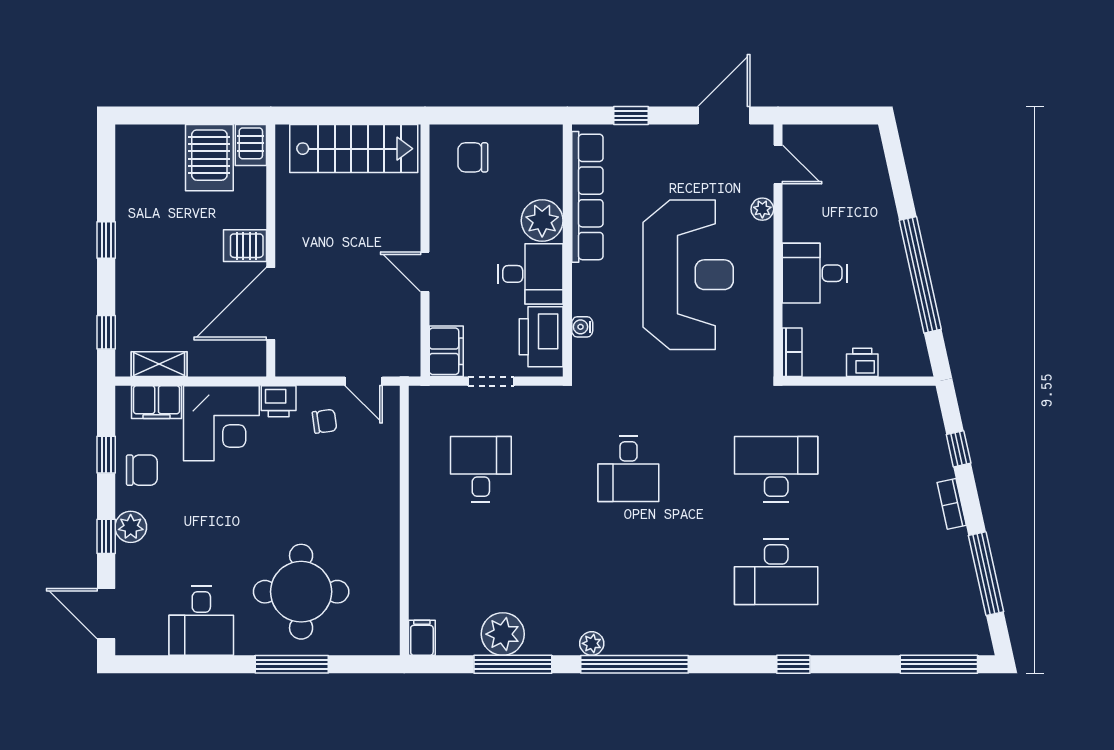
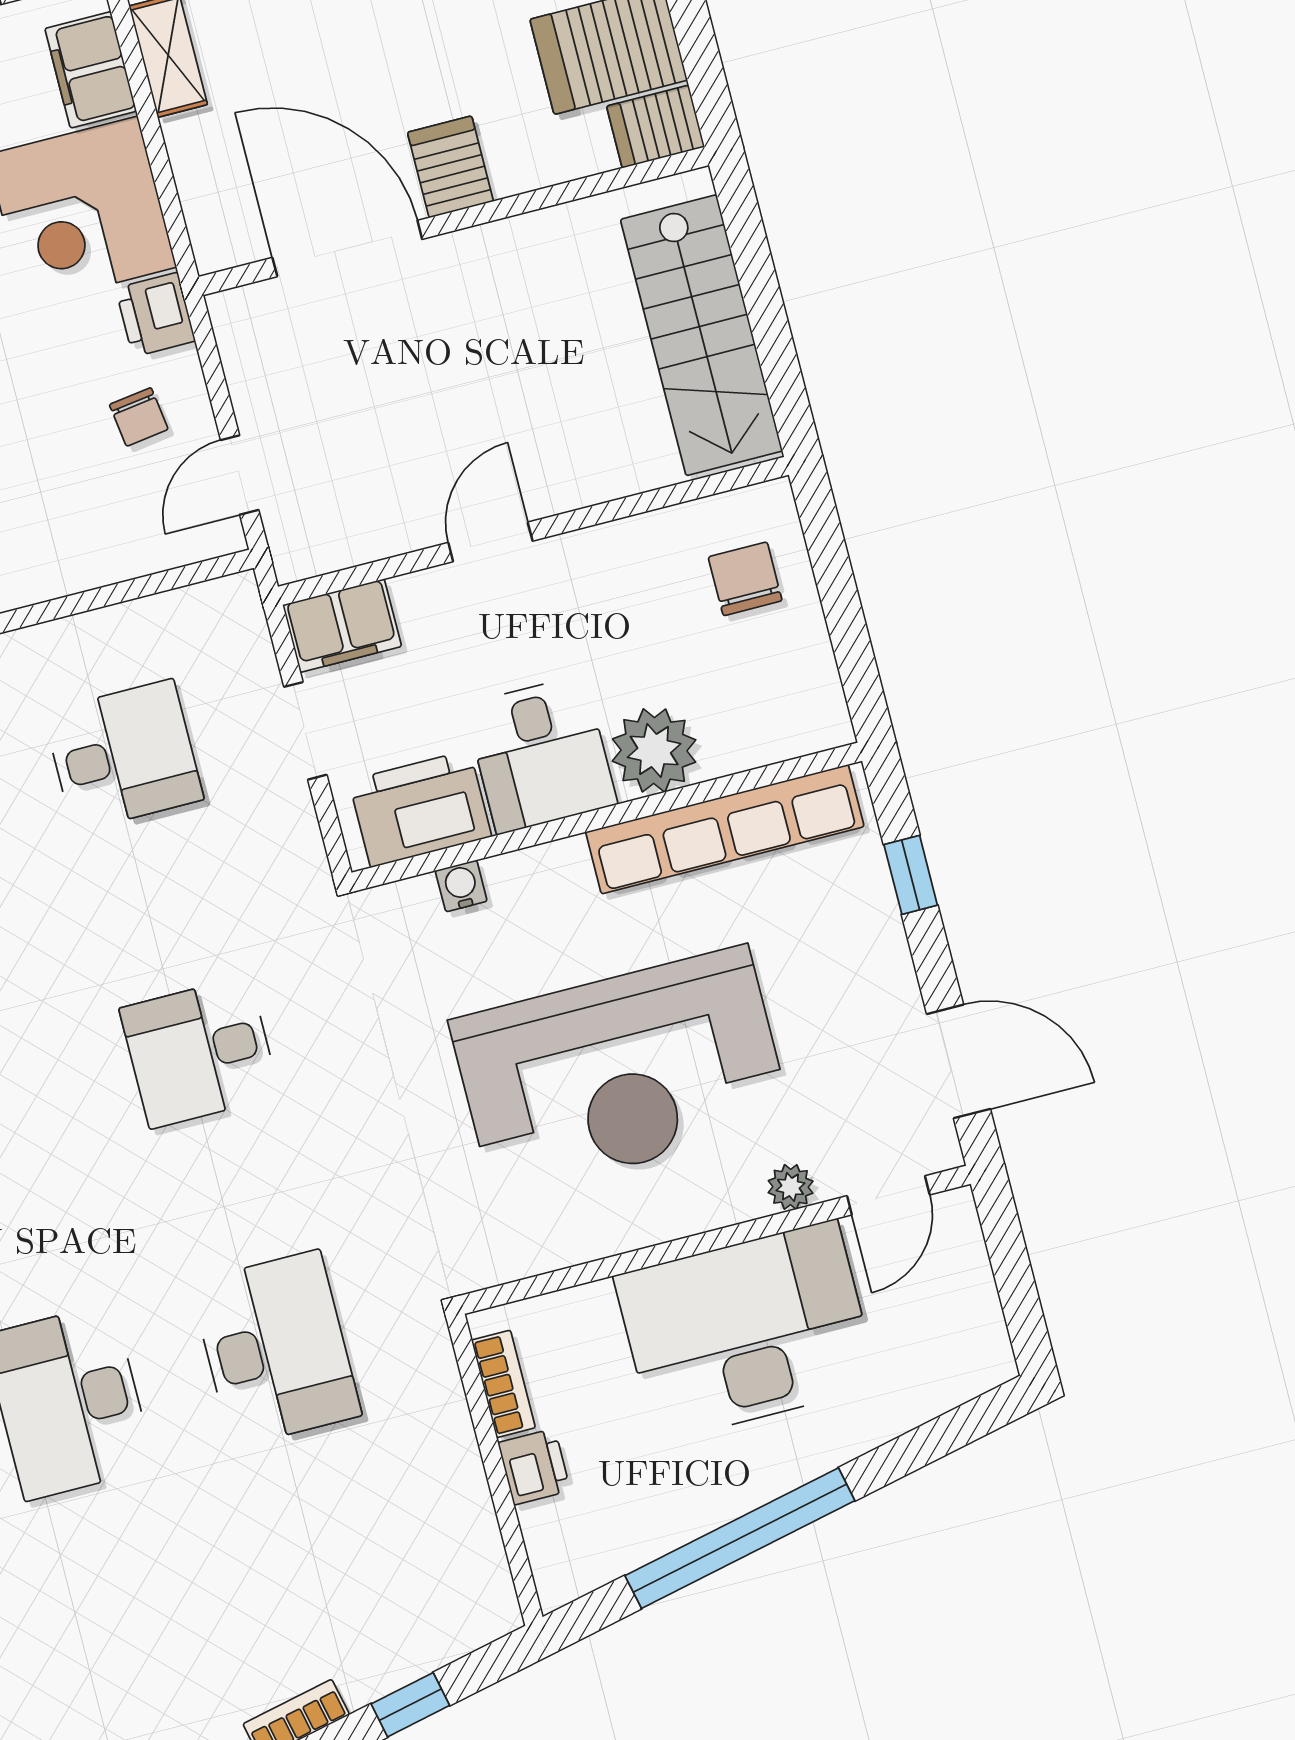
desk: (815, 273) -> (746, 1331), width x1.87, depth x1.30
bookcase: (792, 352) -> (503, 1384), moved, turned -90

